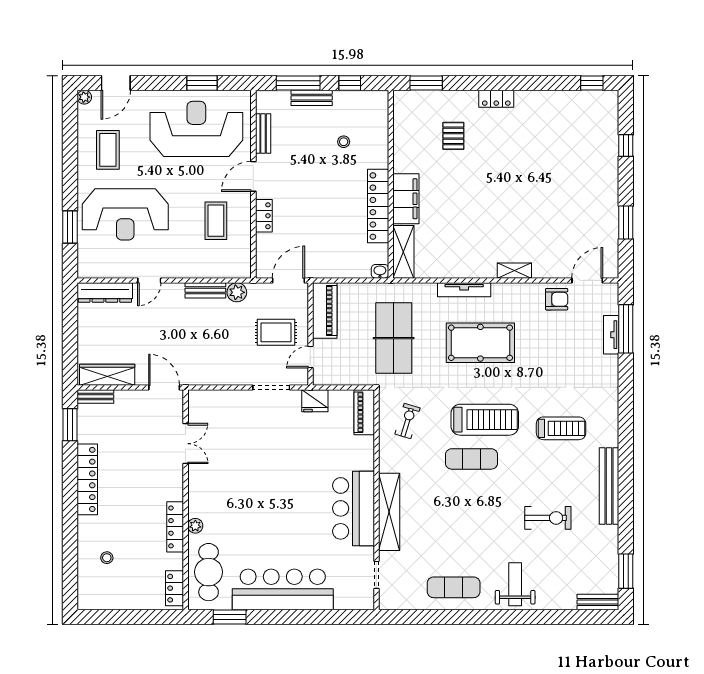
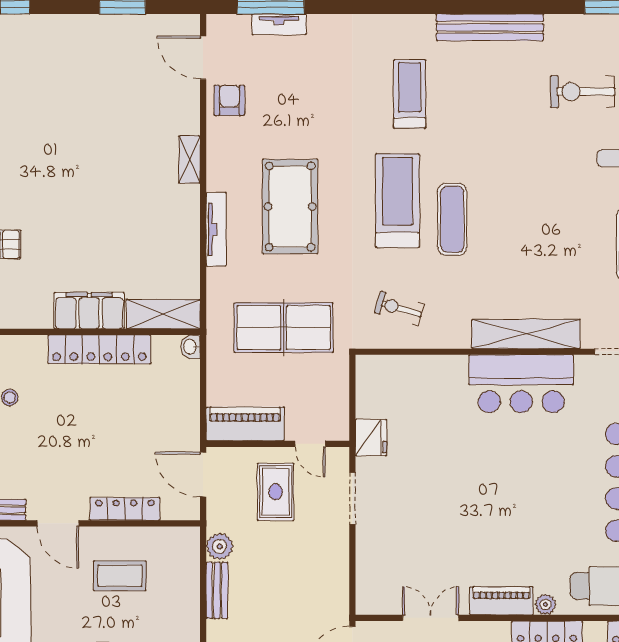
locker: (264, 216) -> (125, 509), width x1.53
piano: (364, 412) -> (501, 601), moved, turned 180
exercise bike: (548, 518) -> (583, 92), moved, turned -90

